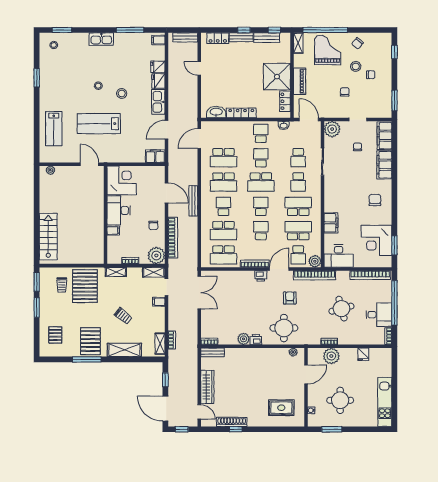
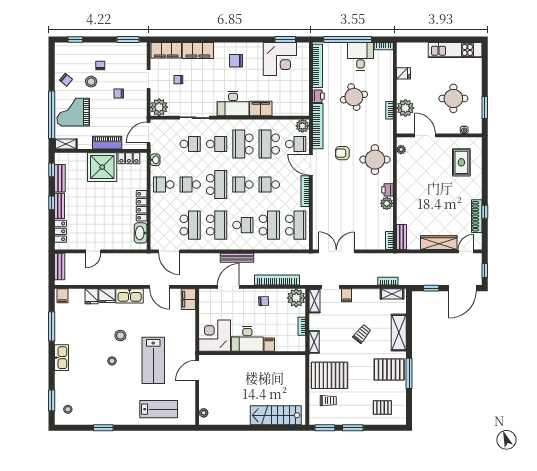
school desk: (223, 206) -> (243, 225), turned 180
desk: (339, 256) -> (233, 104), moved, turned 90
printer: (261, 276) -> (318, 96), moved

